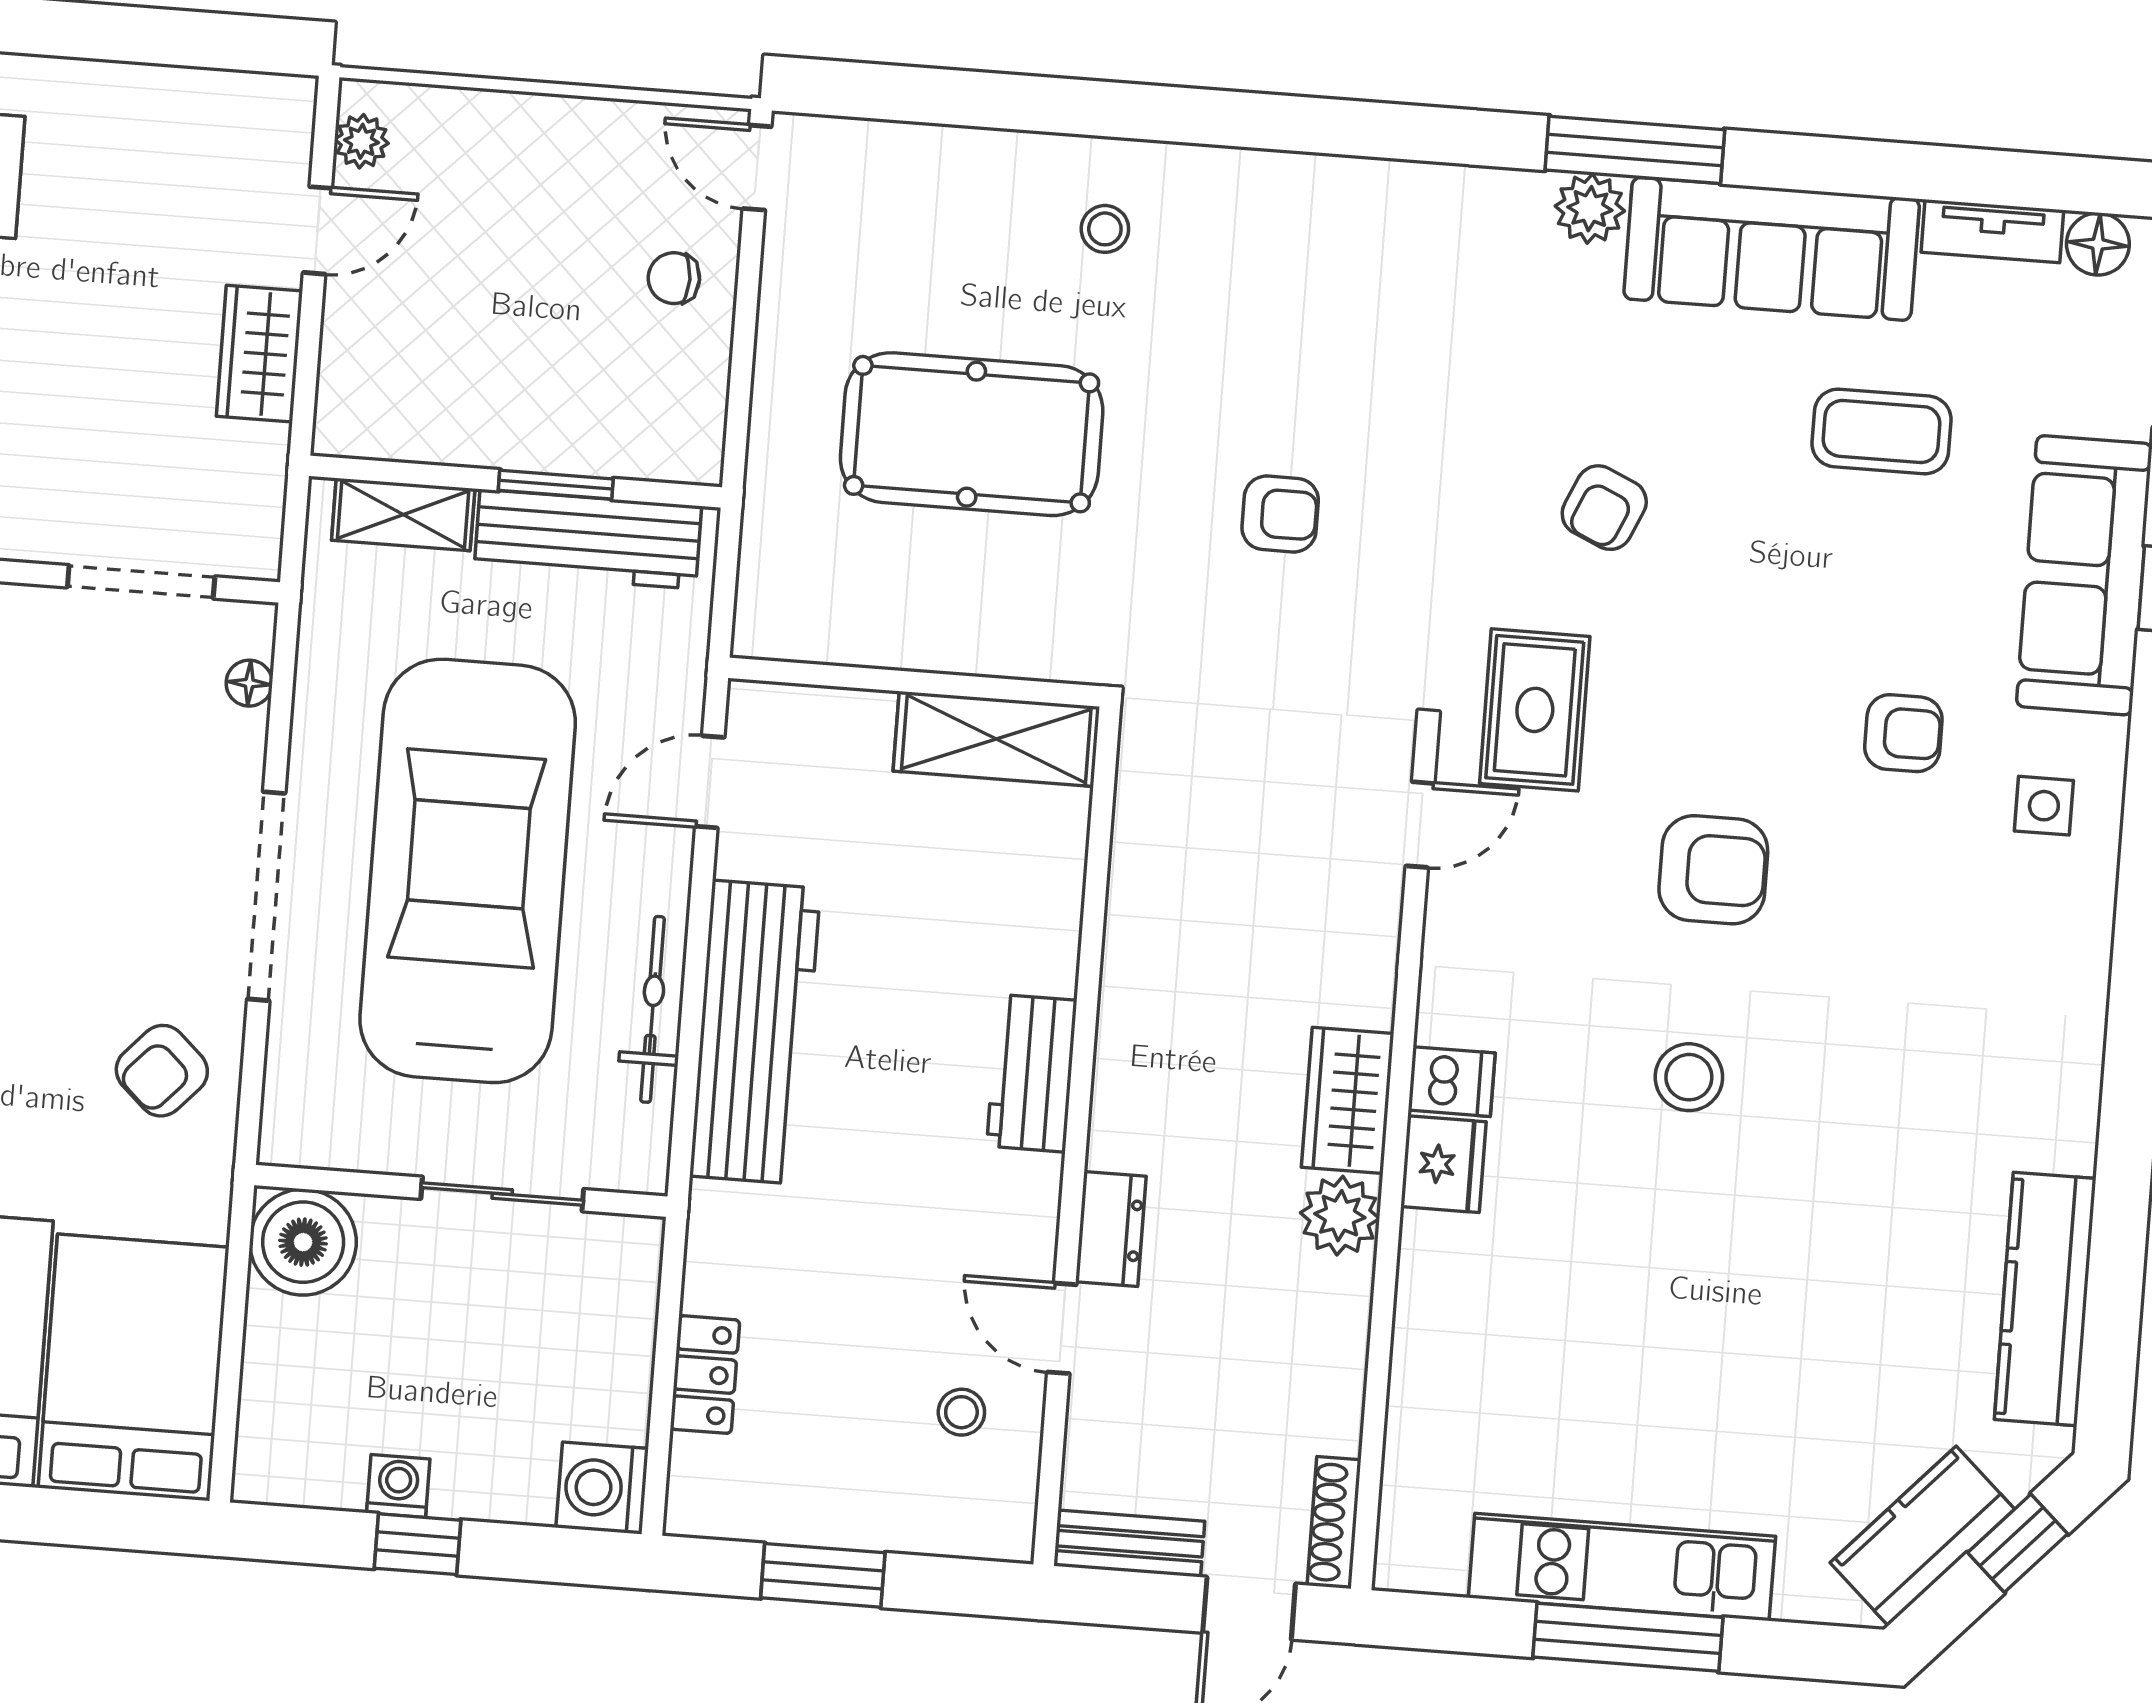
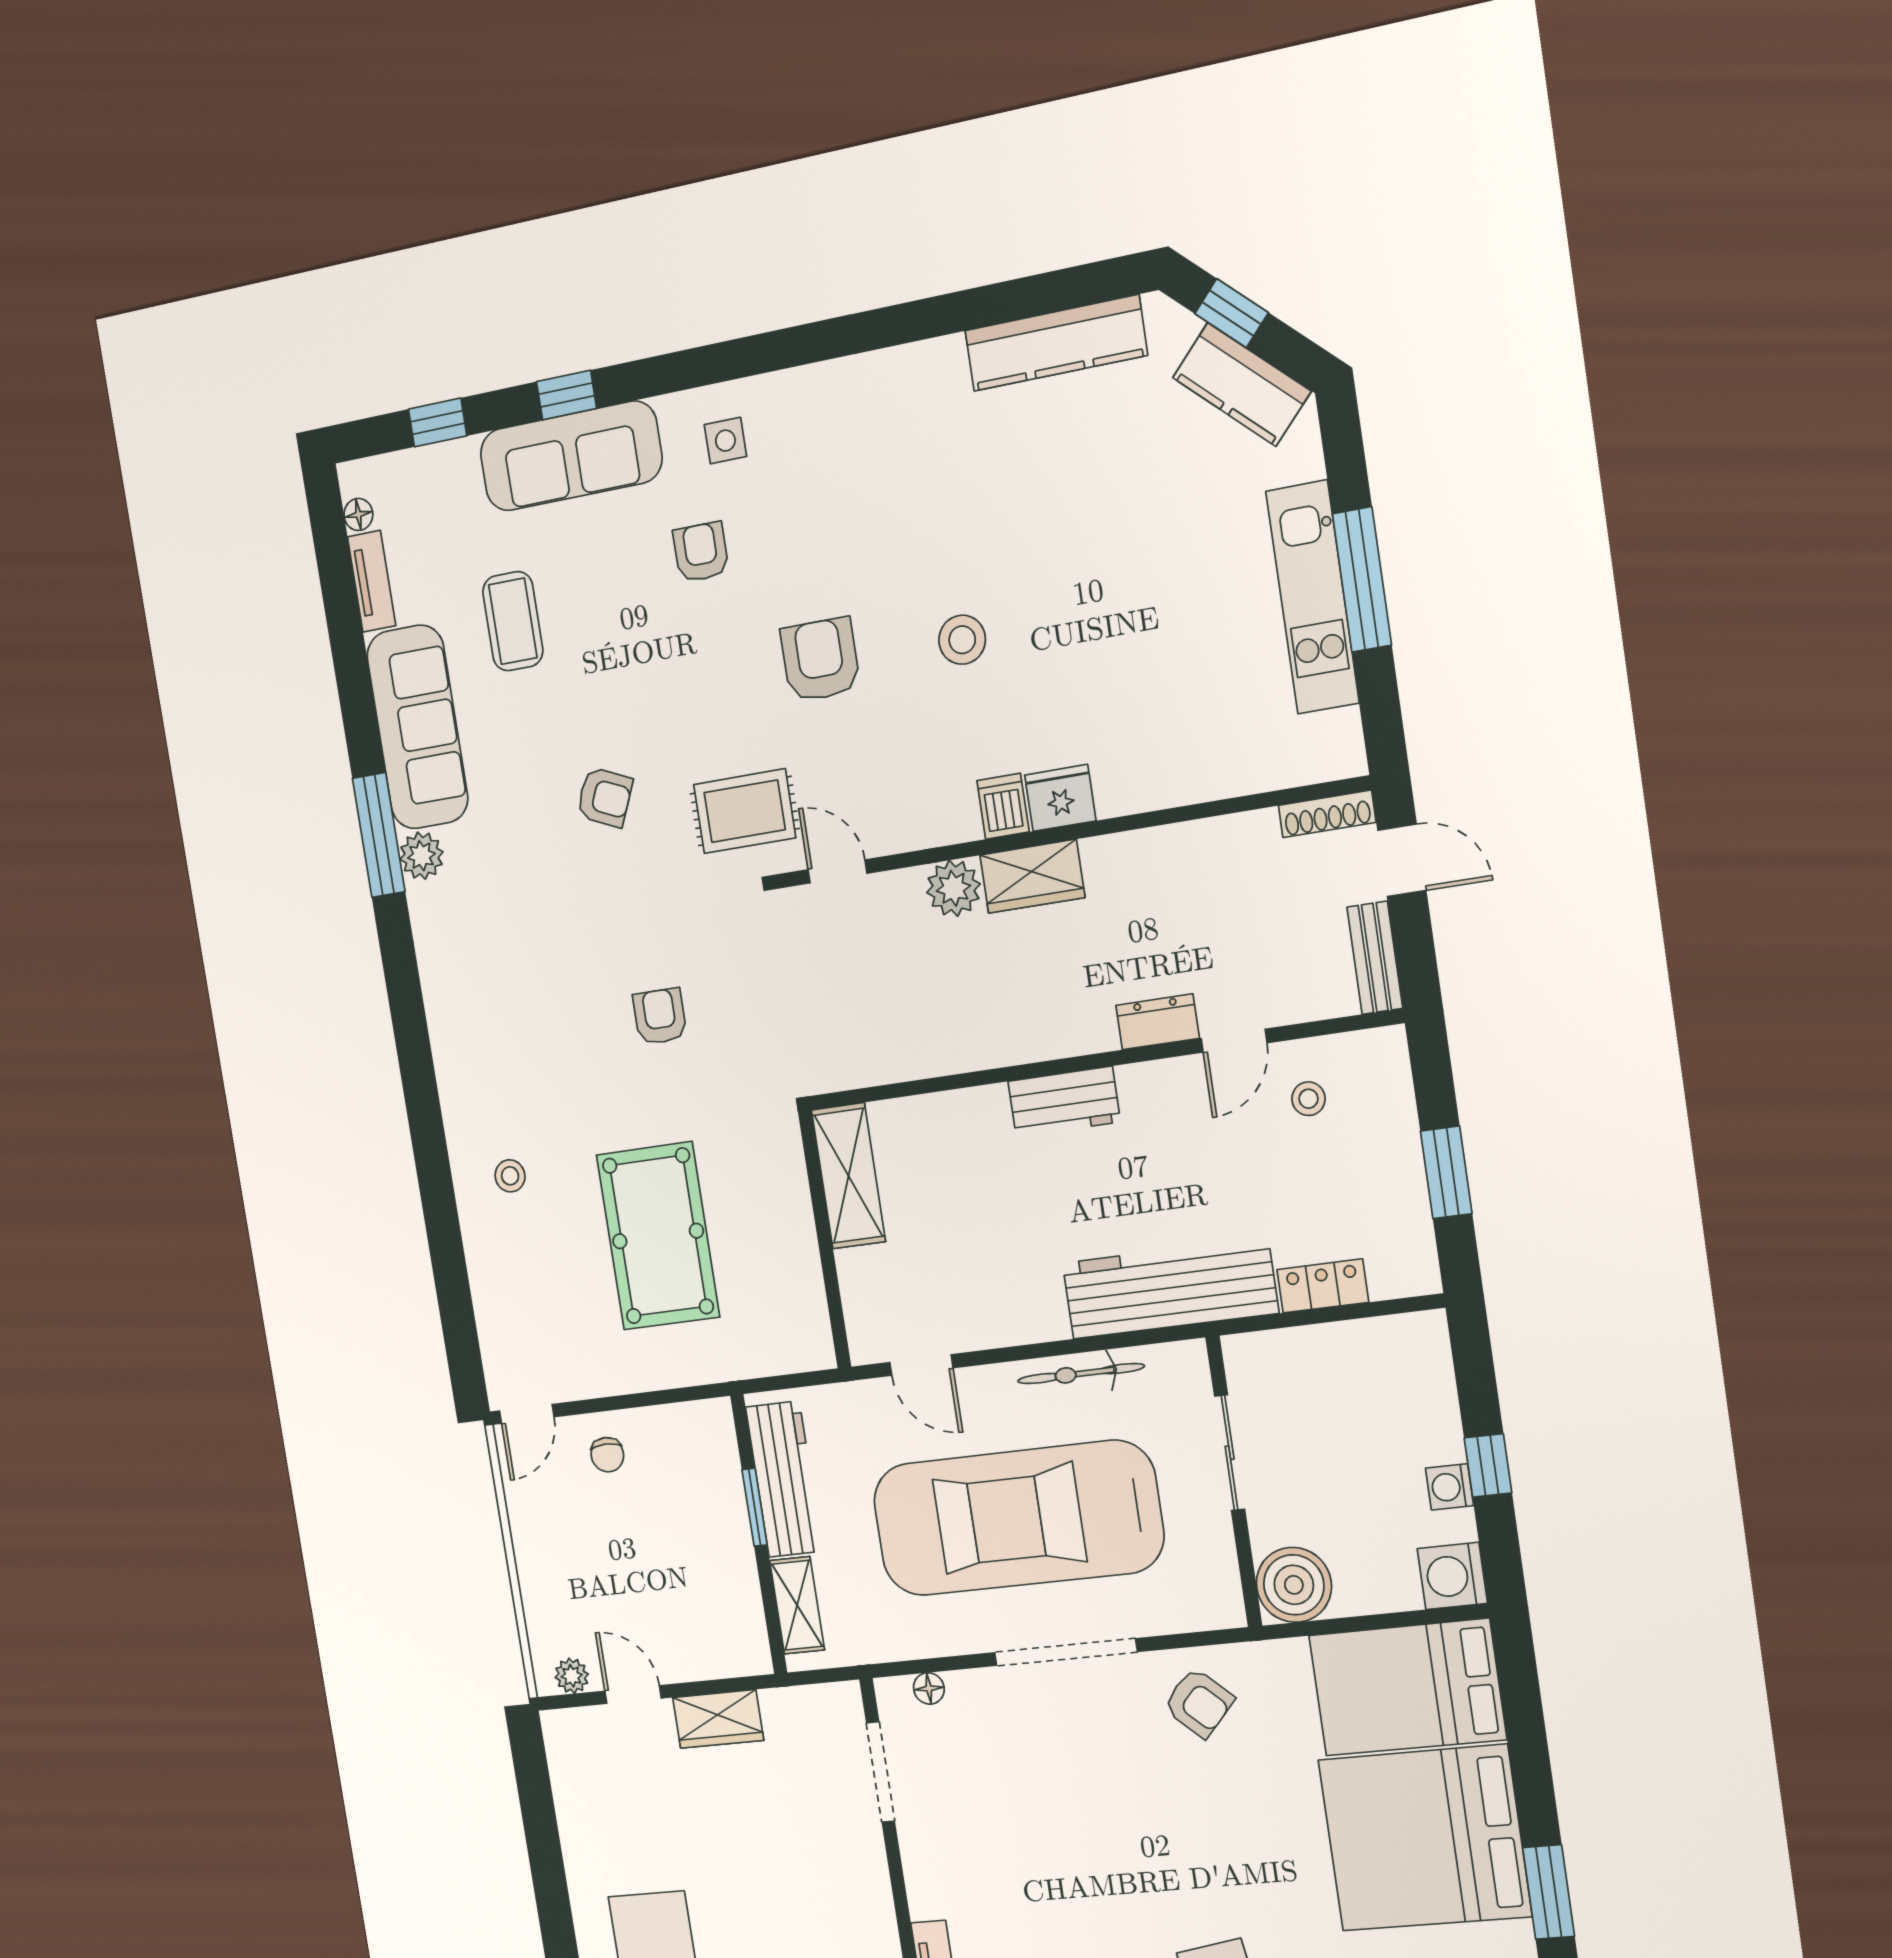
floor lamp: (2098, 244) -> (358, 514), width x0.73, depth x0.73
workbench: (755, 1032) -> (1170, 1288), moved
plant: (1340, 1216) -> (953, 888), moved
washing machine: (602, 1488) -> (1452, 1576), moved, turned 90

